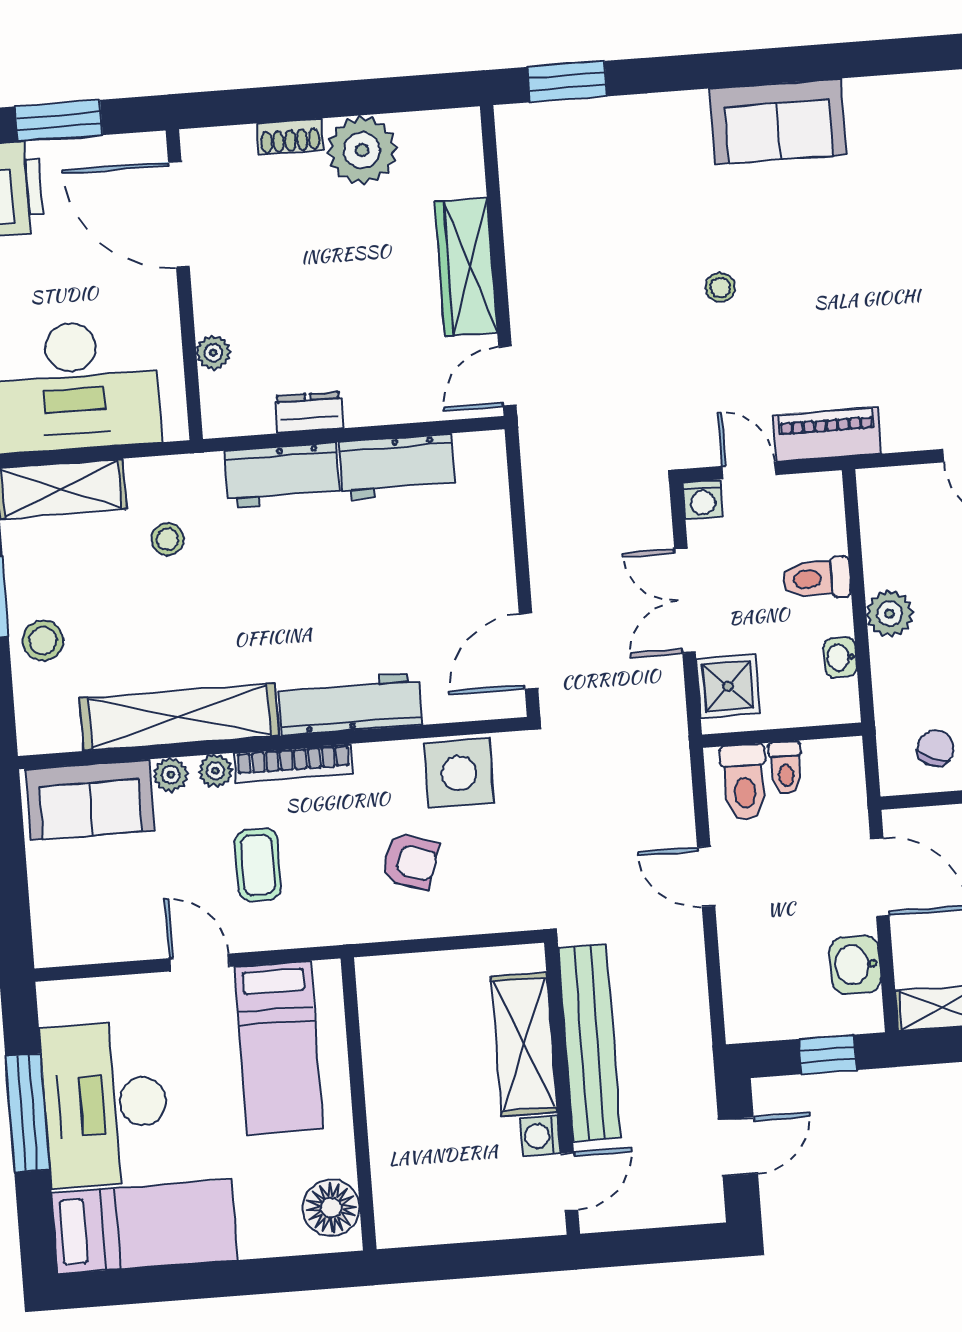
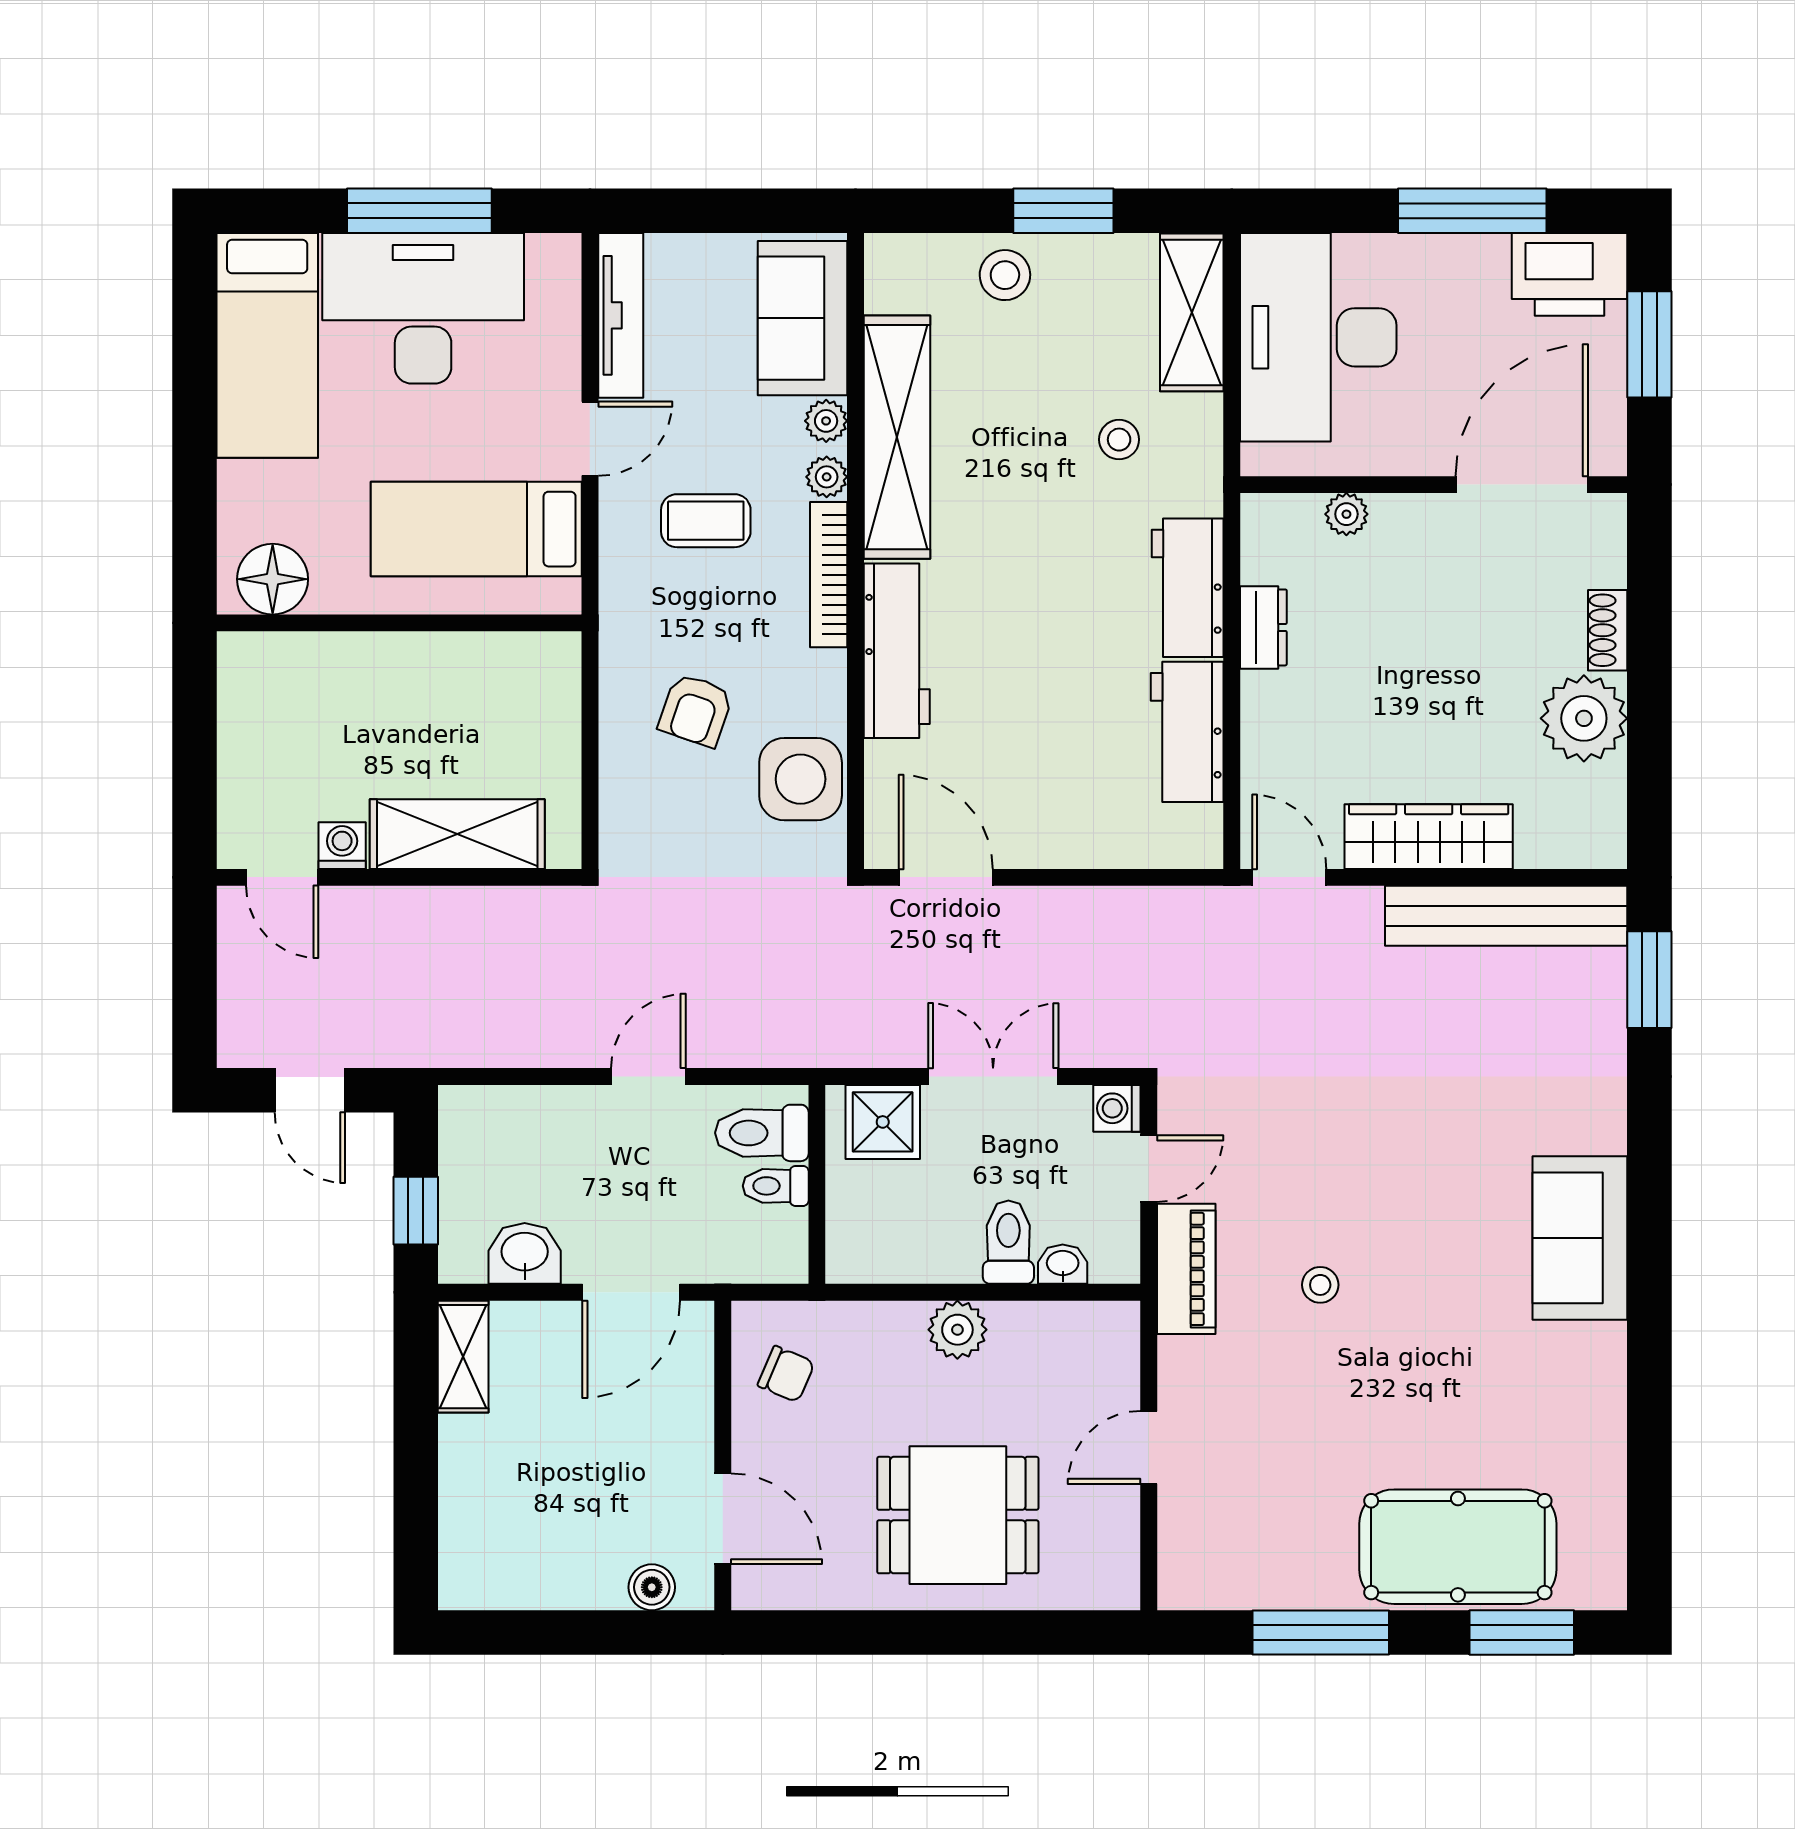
stool: (720, 288) -> (1320, 1285), moved
washbasin: (840, 657) -> (1063, 1264), moved
tv unit: (99, 946) -> (621, 315), added
bench: (590, 1043) -> (1506, 916), moved

